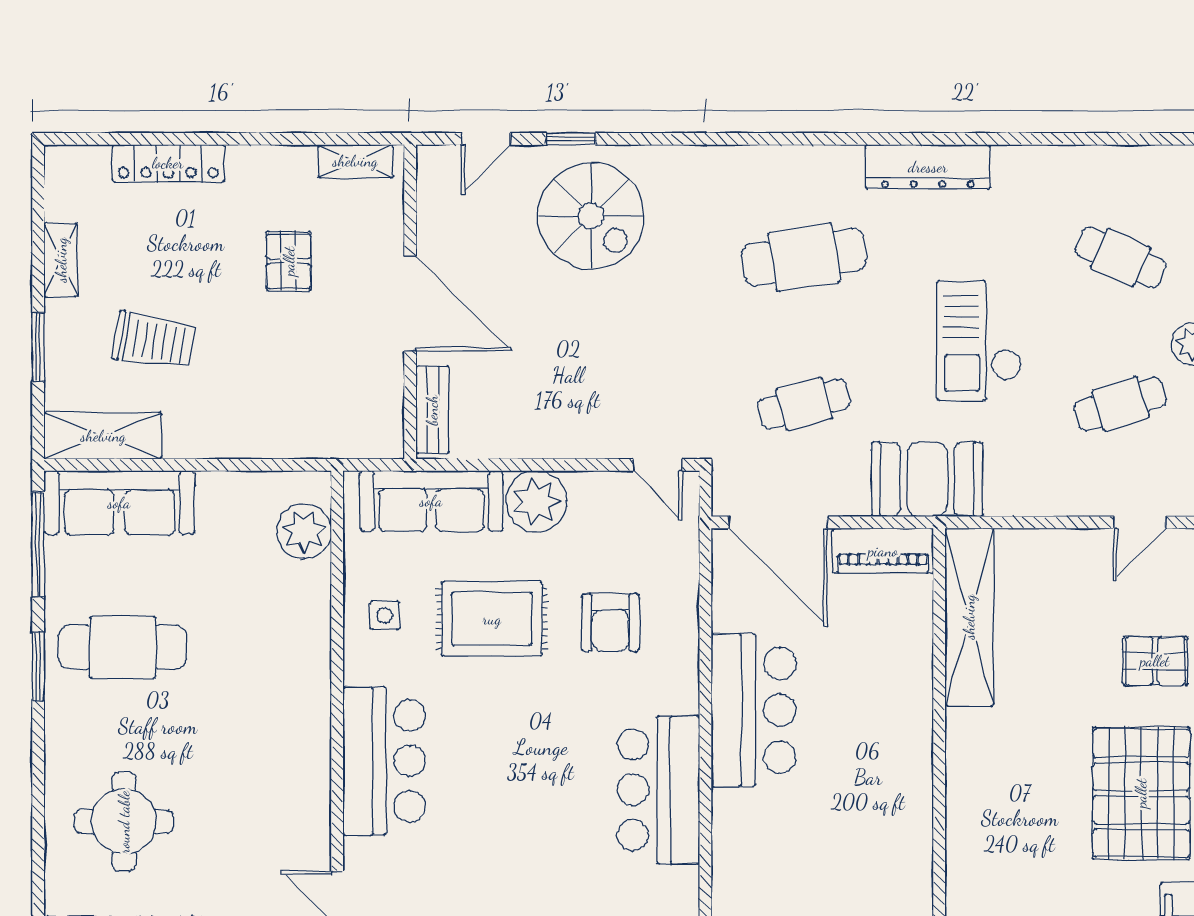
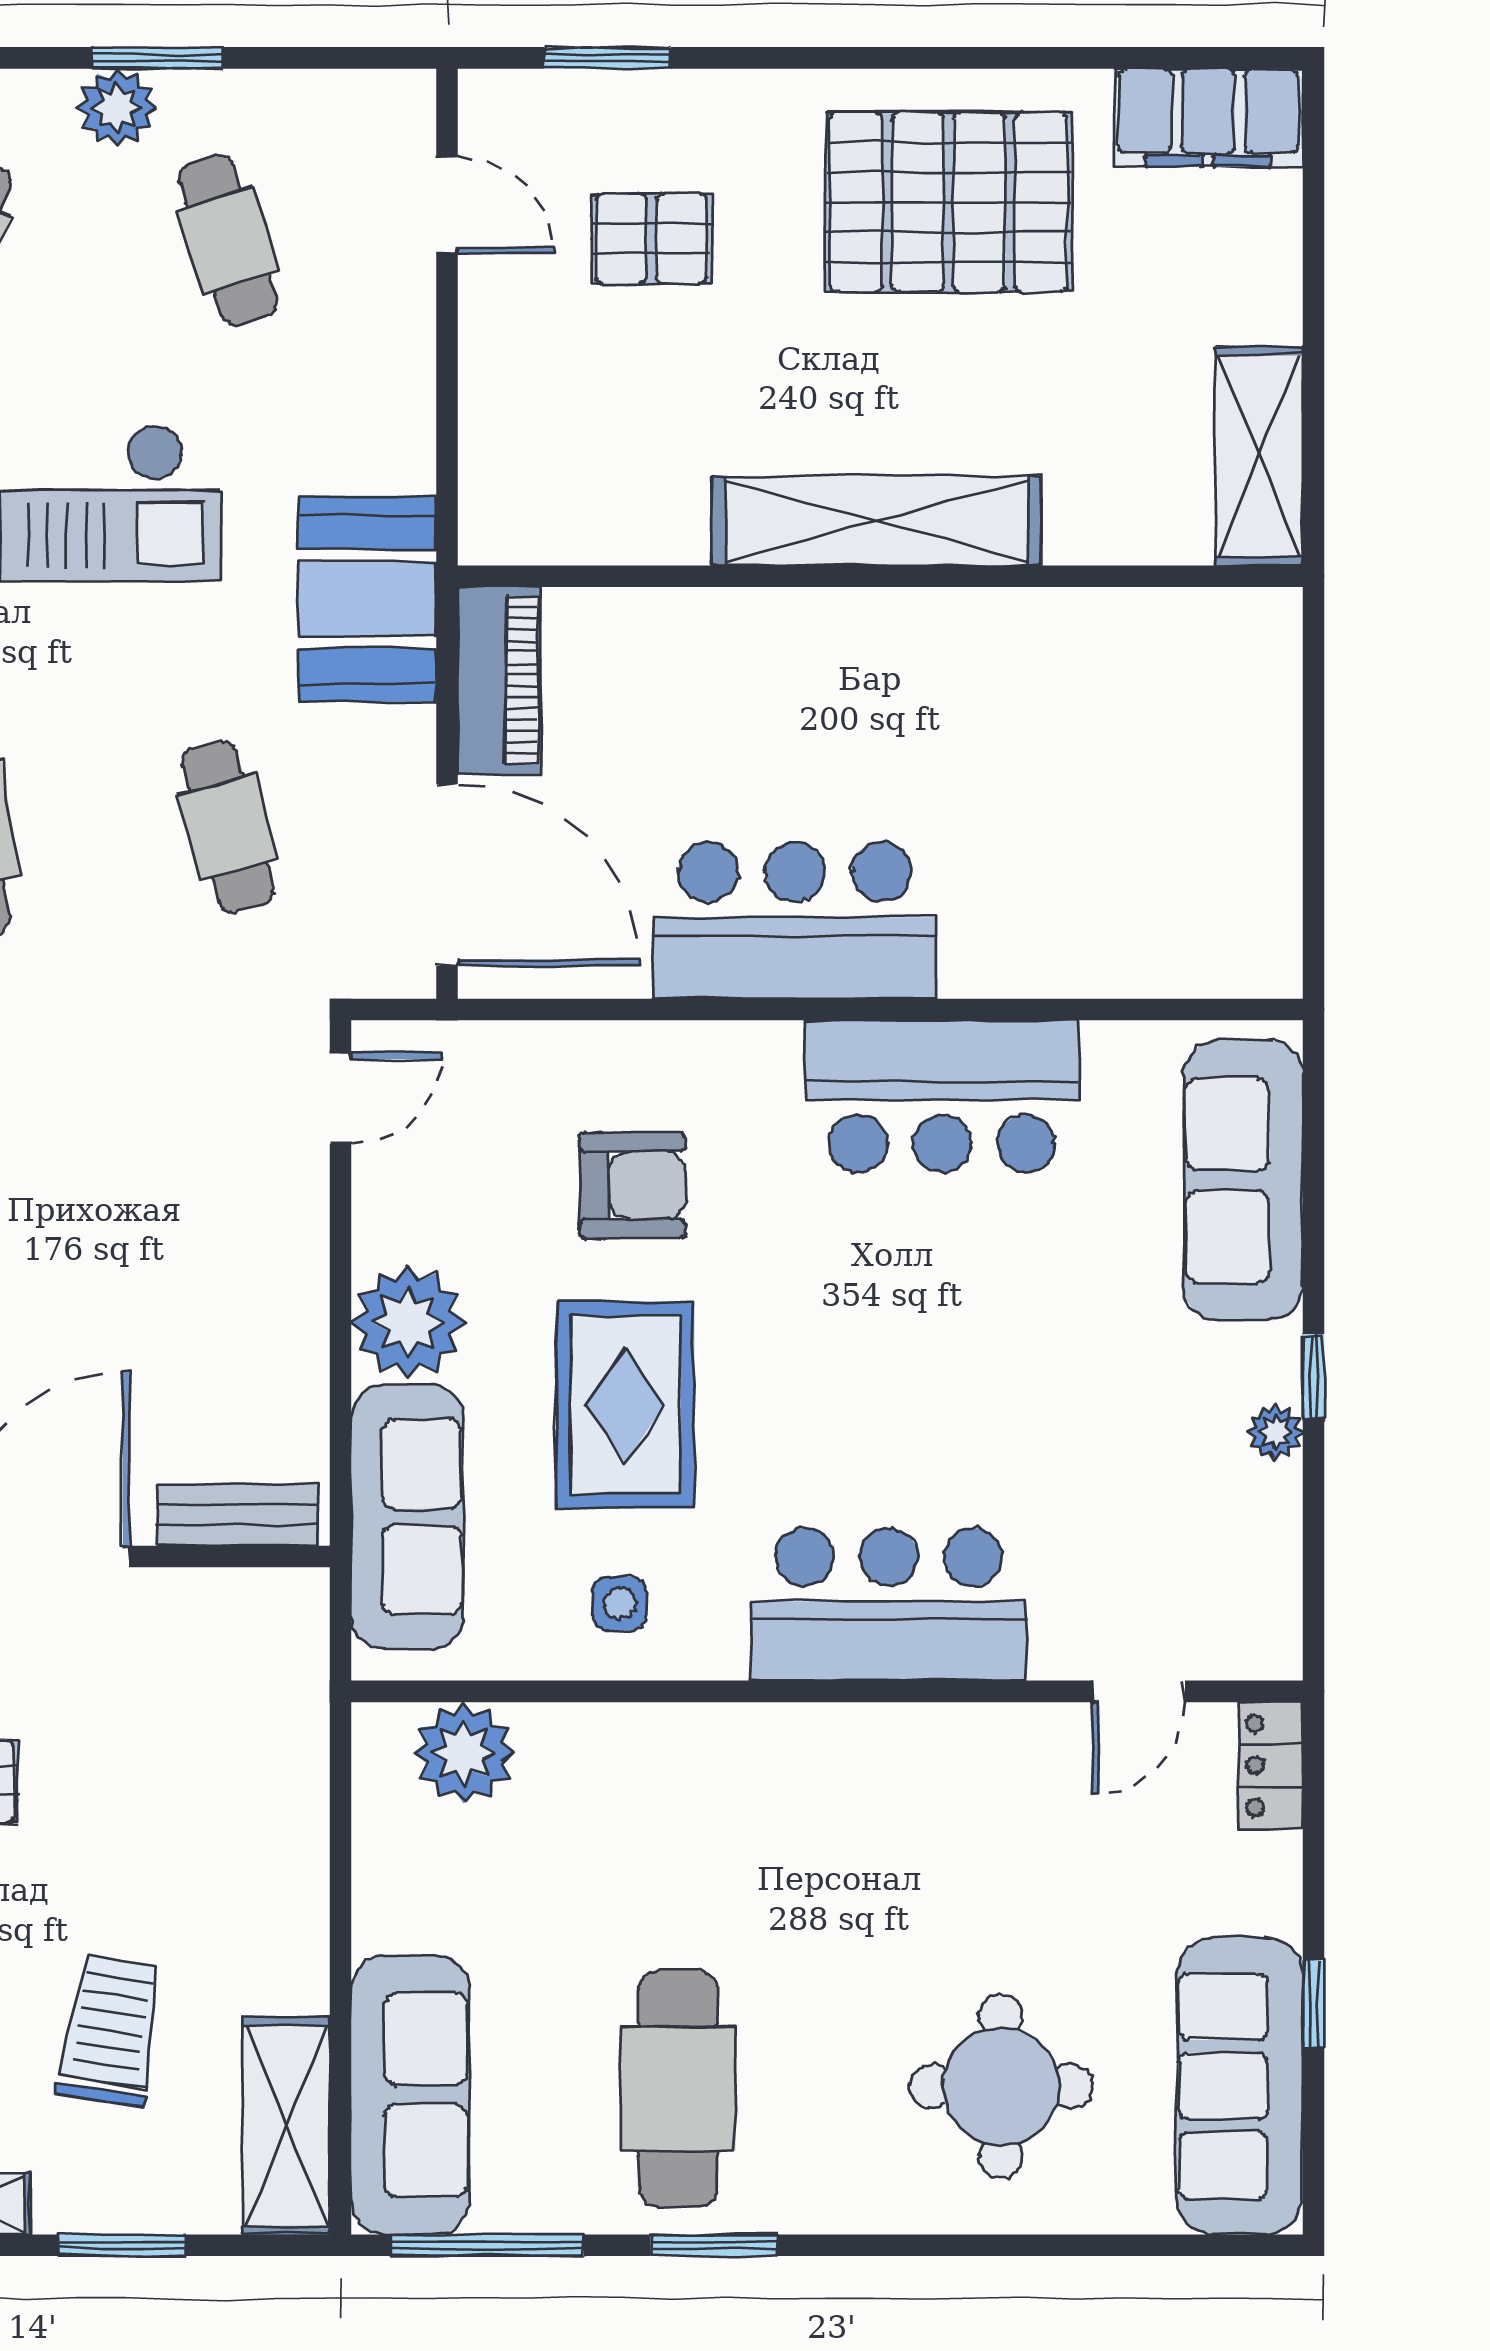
door: (778, 522) -> (447, 875), hinge flipped
shelving: (969, 617) -> (877, 521), moved
pallet: (1155, 661) -> (651, 239), moved, turned 90

